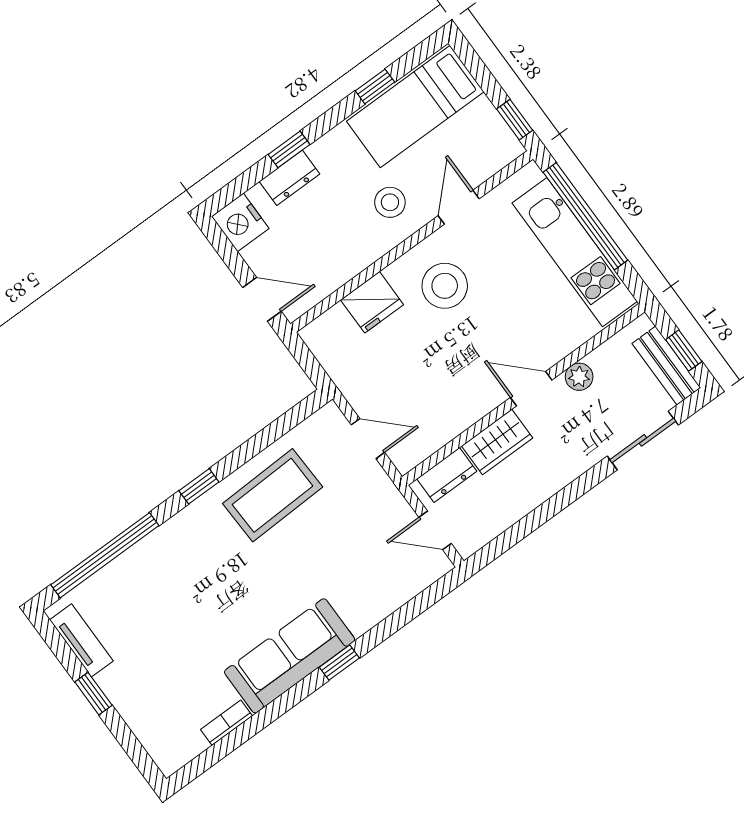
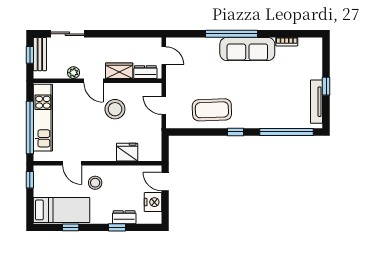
door: (459, 207) -> (72, 163), hinge flipped
nightstand: (240, 222) -> (153, 202), moved
stool: (445, 286) -> (115, 109), moved
tv unit: (81, 640) -> (317, 102), width x1.41
window: (339, 663) -> (231, 34), width x3.17

